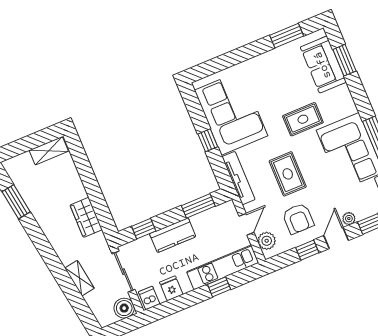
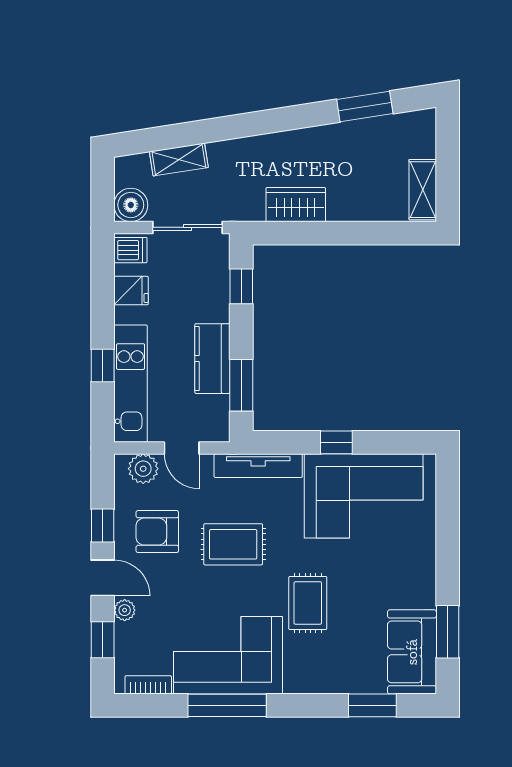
sofa: (323, 65) -> (412, 652), moved, turned -90
kitchen counter: (173, 235) -> (212, 359), moved
shelving: (80, 278) -> (179, 159), moved

